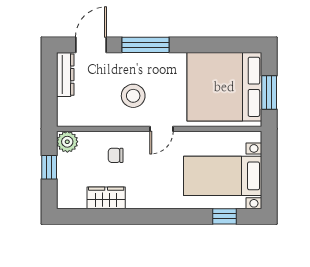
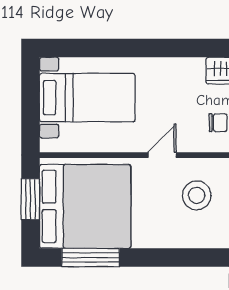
window: (146, 45) -> (91, 257), moved
window: (225, 216) -> (85, 48), removed

